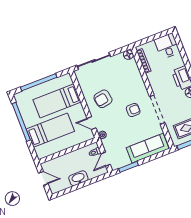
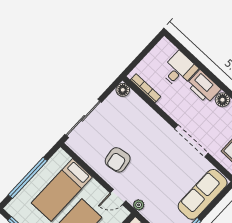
desk: (167, 46) -> (179, 70), moved, turned 90
armchair: (133, 110) -> (162, 156), removed

